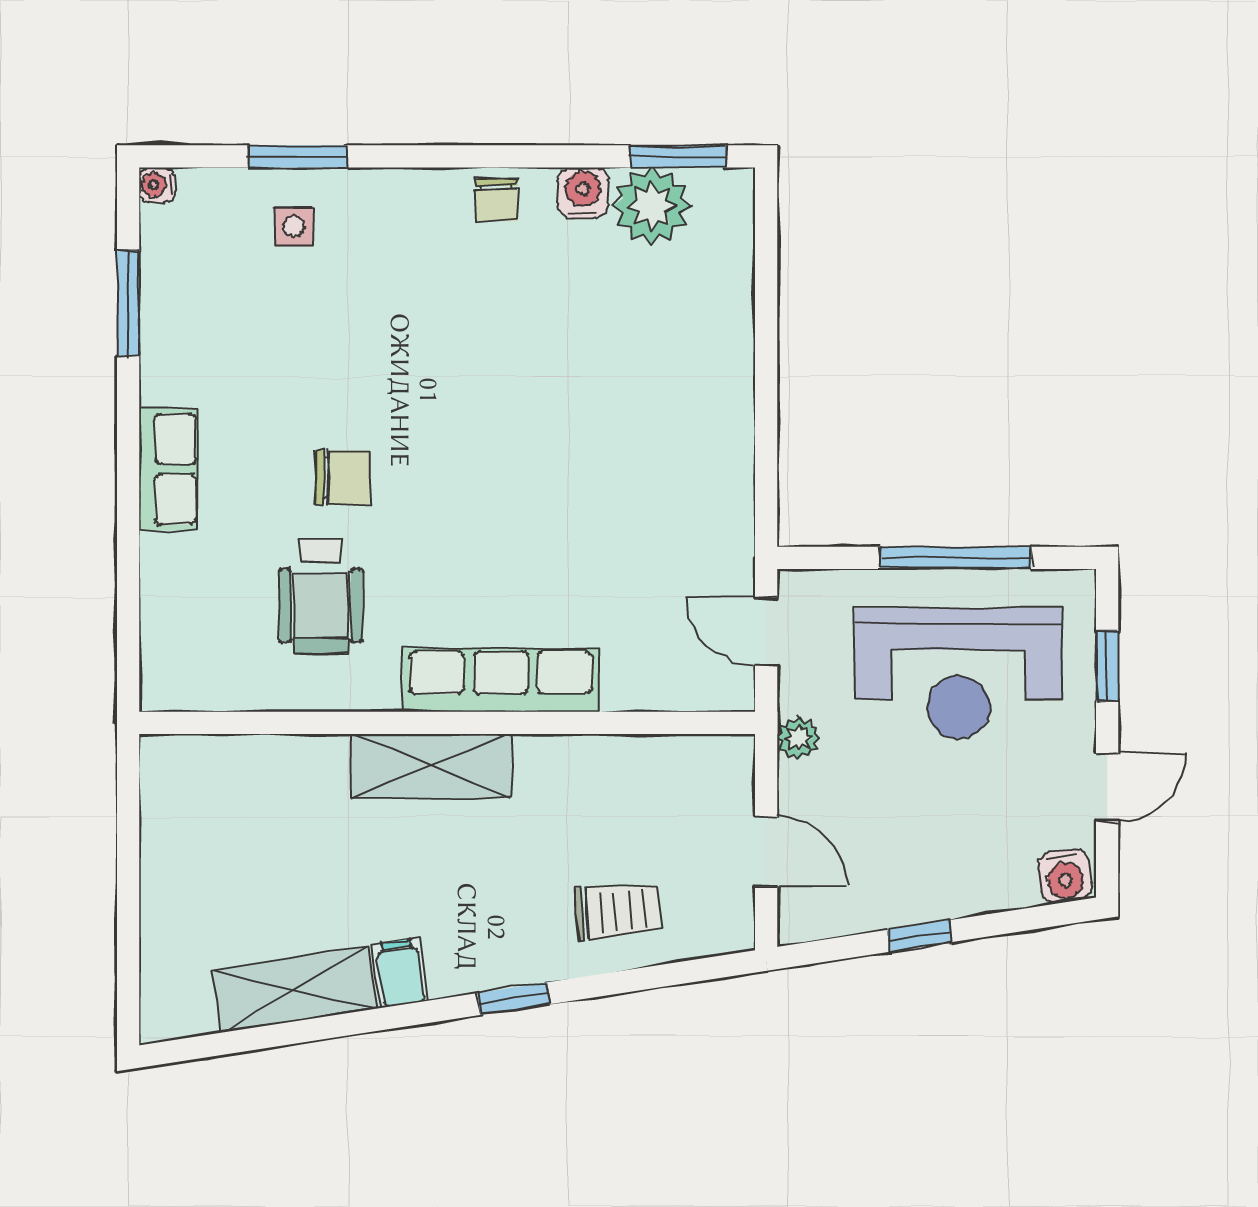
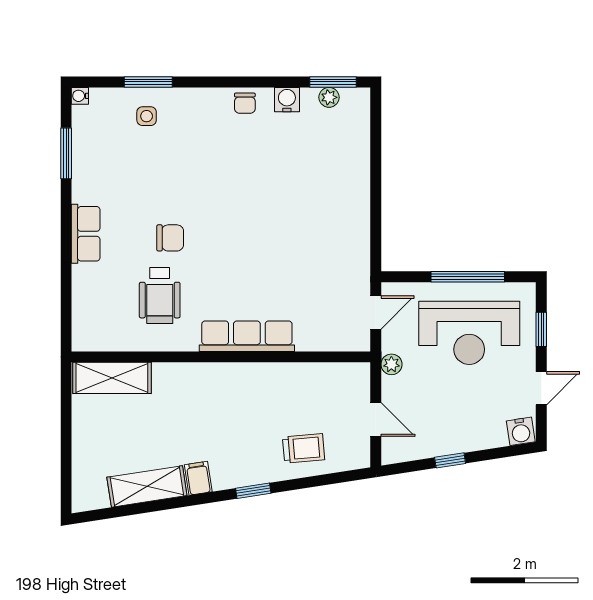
plant: (652, 206) -> (329, 97), width x0.53, depth x0.53
door: (766, 631) -> (376, 313), swing flipped
shelving: (431, 766) -> (112, 378), moved

